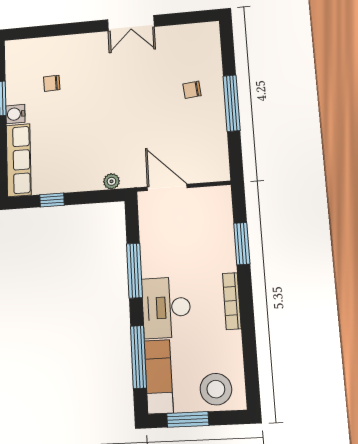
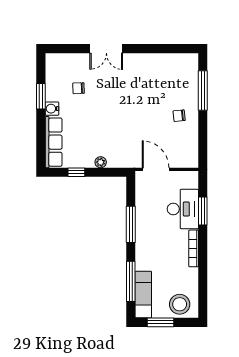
double door: (131, 23) -> (106, 49), moved
chair: (192, 90) -> (179, 116), moved
window: (232, 103) -> (203, 91), moved
plant: (111, 181) -> (101, 162), moved
desk: (166, 308) -> (183, 209), moved, turned 180

